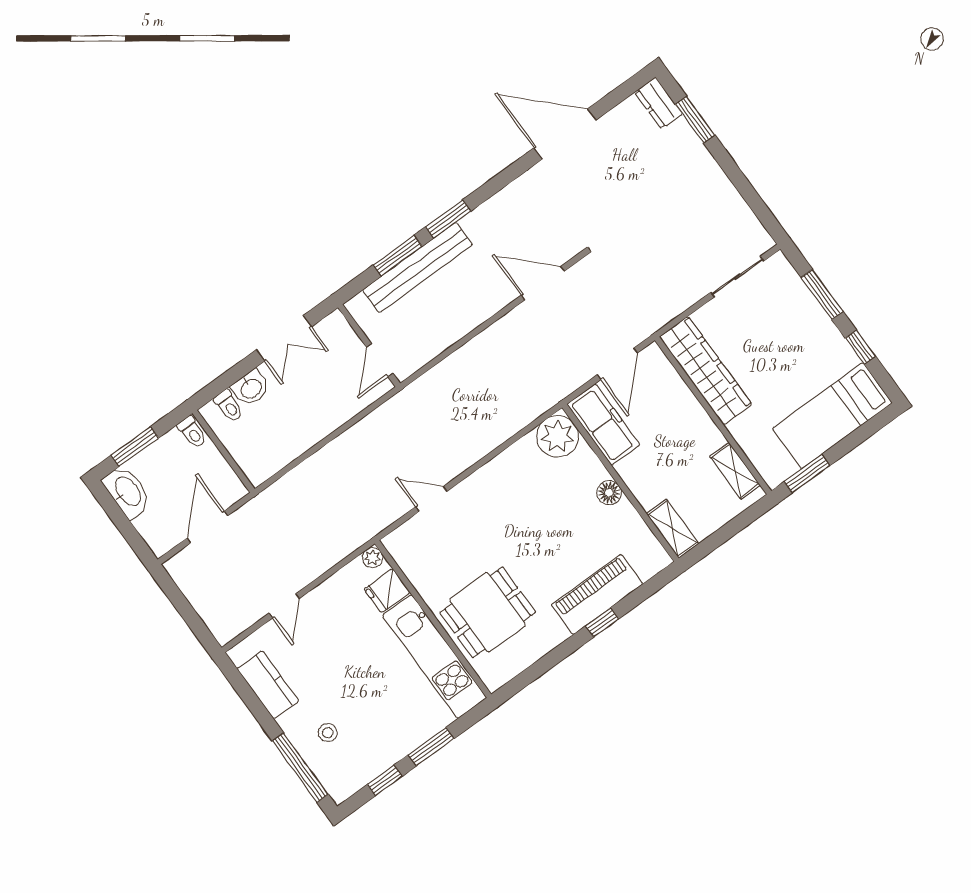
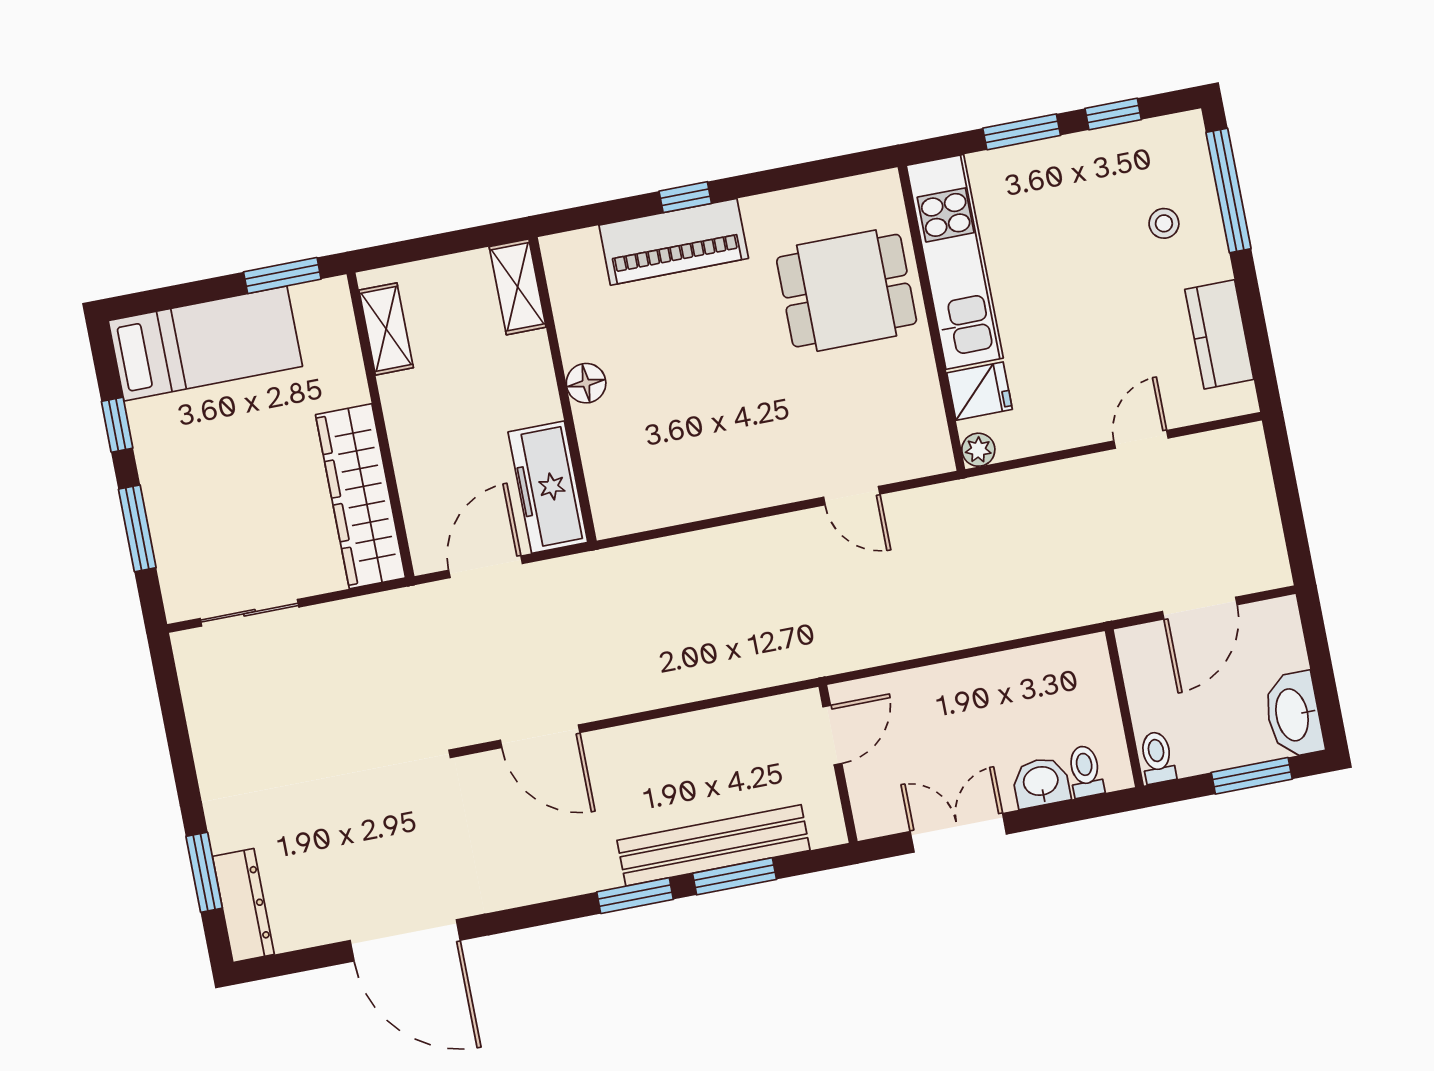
dresser: (659, 103) -> (243, 905), width x1.44
plant: (558, 436) -> (623, 501), removed

